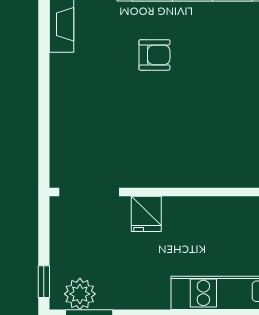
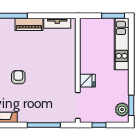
window: (44, 114) -> (44, 125), added
window: (44, 282) -> (99, 125), moved

